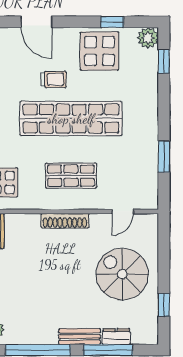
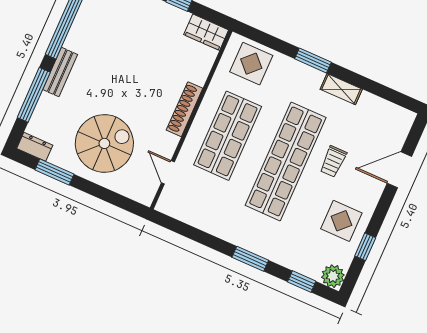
display table: (99, 51) -> (341, 221), width x0.73, depth x0.73
window: (164, 157) -> (250, 259), moved
shop shelf: (71, 176) -> (228, 136), width x1.43, depth x1.36
window: (164, 305) -> (54, 172), width x1.50
dresser: (116, 337) -> (35, 147), moved, turned -90

